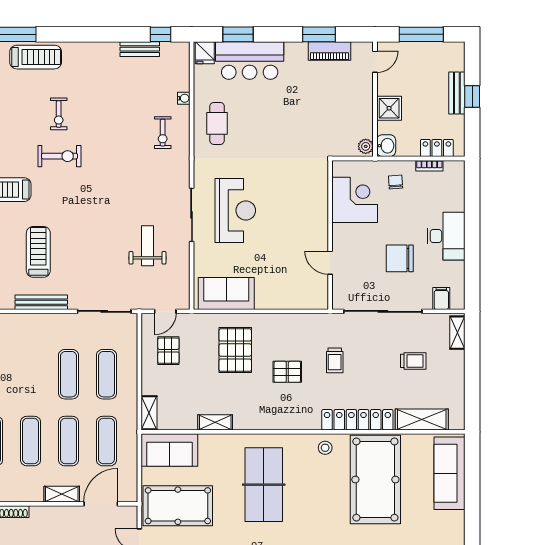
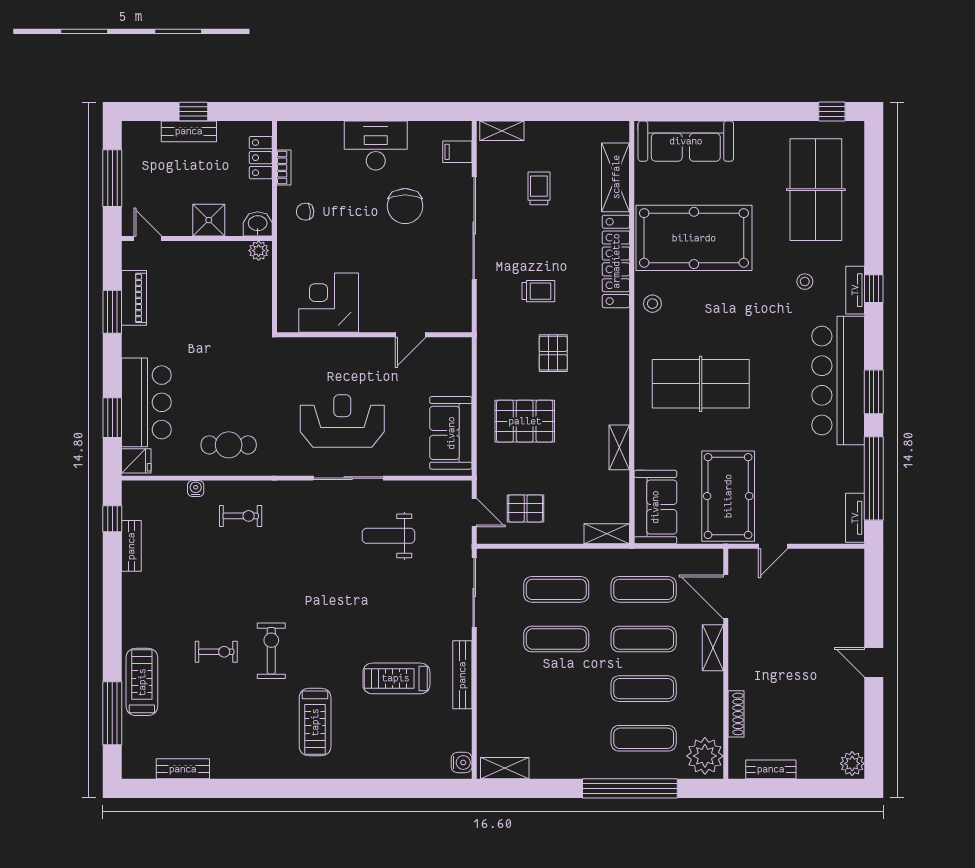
corner desk: (355, 200) -> (329, 303), moved
wall: (330, 235) -> (374, 335), moved
door: (330, 263) -> (411, 335), moved

